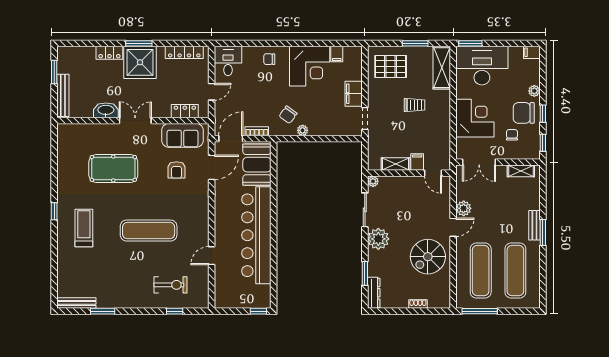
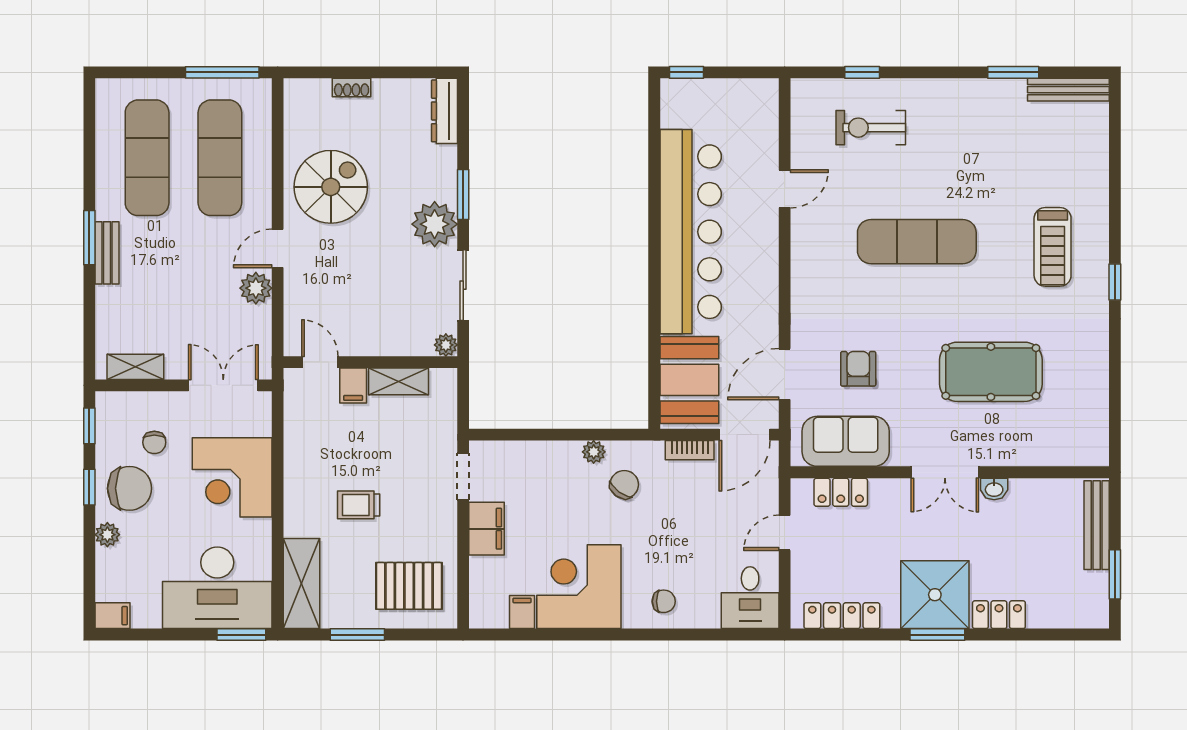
washbasin: (106, 110) -> (994, 489), width x0.52, depth x0.69
window: (365, 273) -> (463, 194), moved

